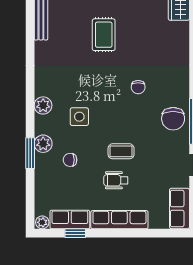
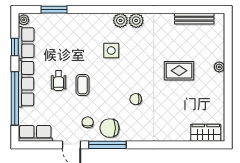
plant: (43, 144) -> (136, 21), moved
window: (30, 153) -> (54, 10), moved
chair: (70, 160) -> (88, 122), moved
wheelchair: (116, 180) -> (59, 81), turned 180
window: (137, 233) -> (15, 98), added

